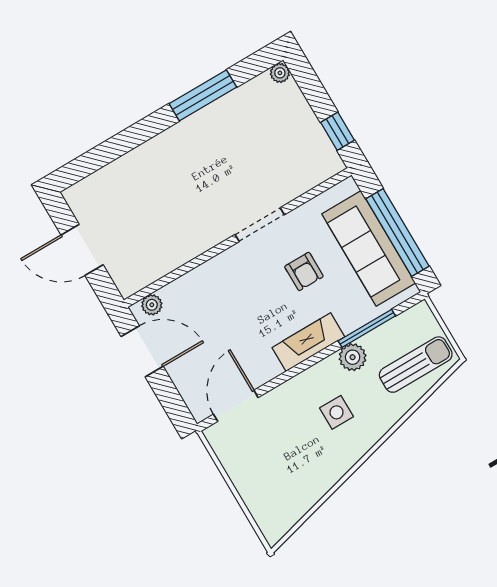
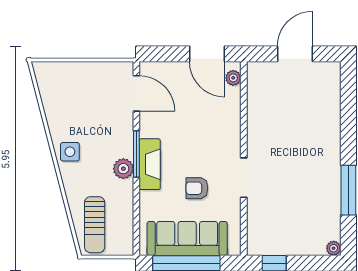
window: (367, 328) -> (136, 154), moved
door: (142, 351) -> (207, 54), hinge flipped
plant: (353, 357) -> (123, 169), moved
side table: (337, 412) -> (70, 152), moved

